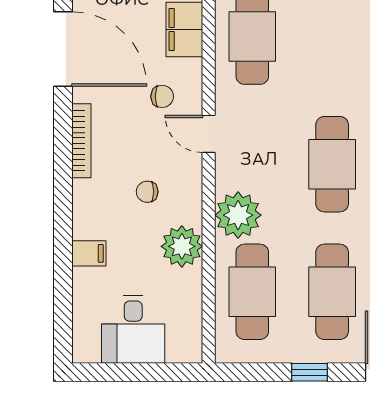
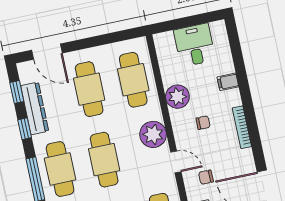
bookcase: (81, 141) -> (242, 127), moved
plant: (238, 215) -> (153, 134), moved
window: (310, 372) -> (92, 42), removed

